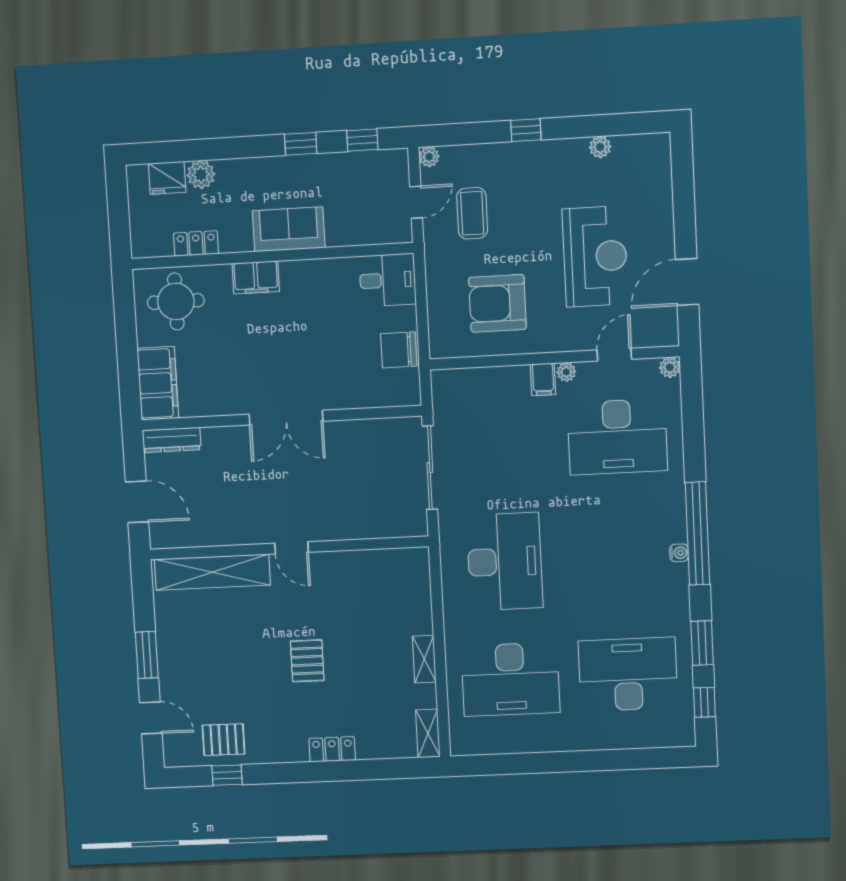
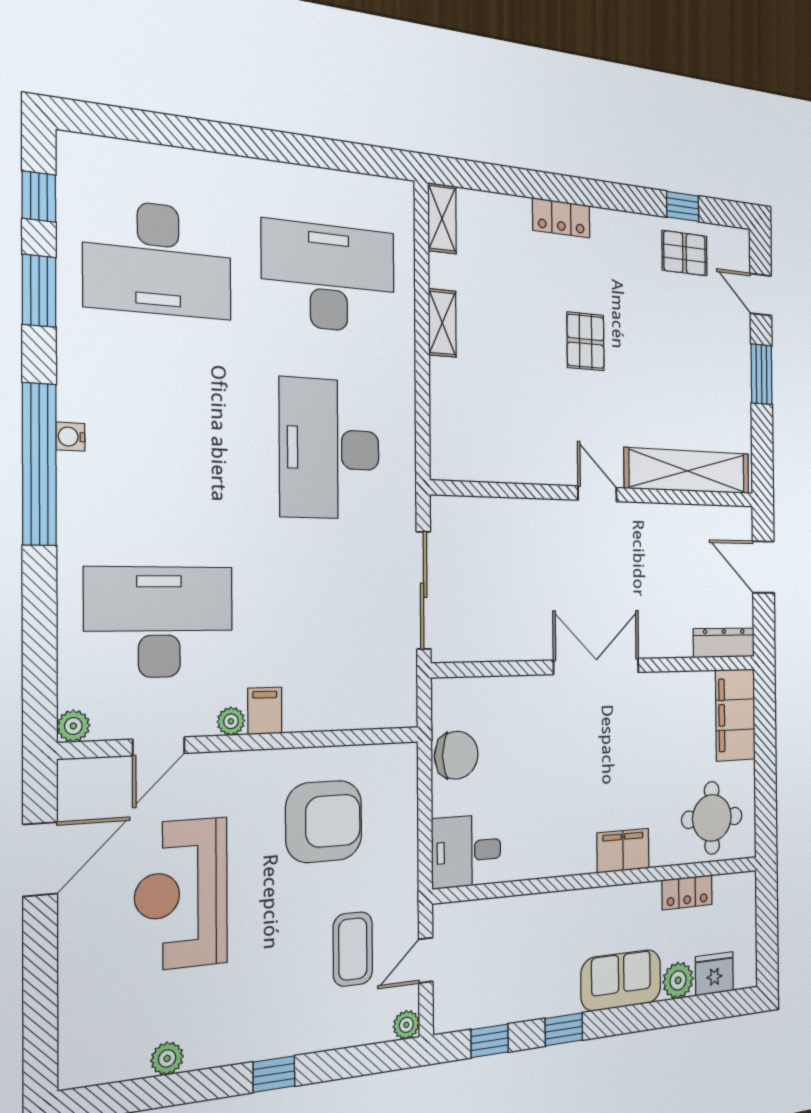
sofa: (289, 229) -> (621, 980), moved, turned 180

